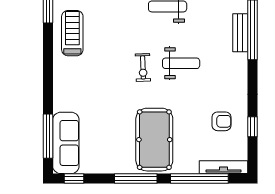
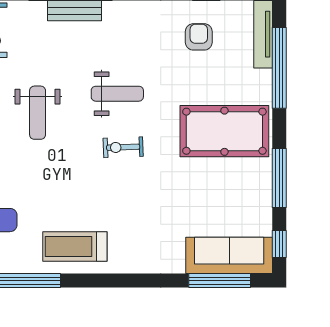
weight bench: (181, 63) -> (117, 94), turned 90
exercise bike: (143, 67) -> (123, 147), turned 180
window: (136, 179) -> (279, 178), moved

